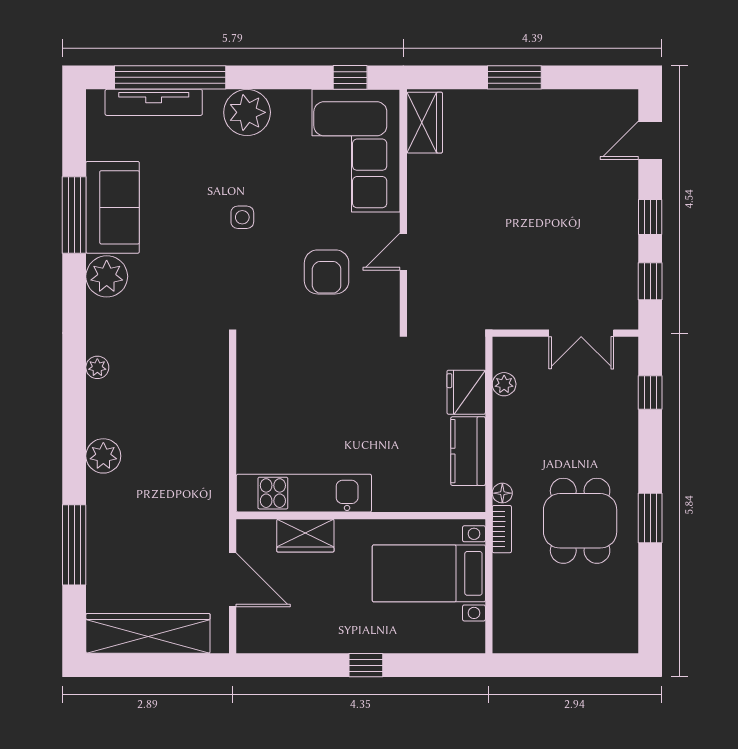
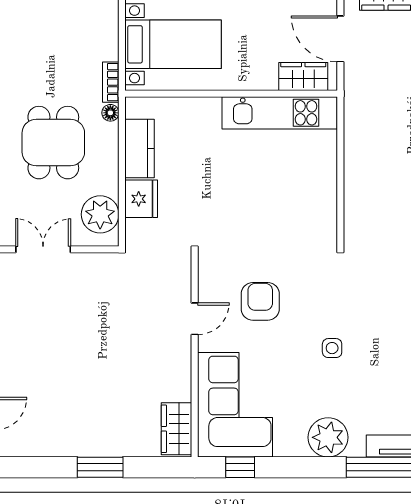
plant: (504, 384) -> (100, 214), width x1.88, depth x1.88
dining table: (580, 521) -> (53, 143), moved
wardrobe: (305, 536) -> (303, 76), moved

